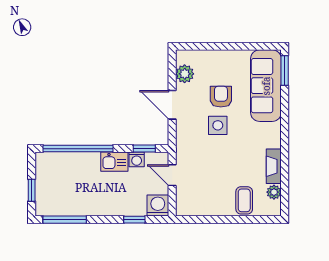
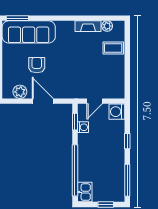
armchair: (221, 97) -> (37, 65), turned 90
door: (172, 105) -> (43, 101), swing flipped
side table: (218, 125) -> (58, 67), removed
kitchen sink: (114, 162) -> (85, 192), moved
window: (134, 220) -> (127, 141), moved

